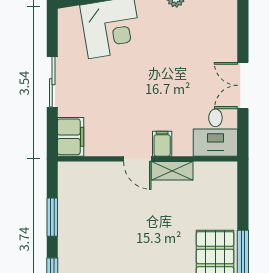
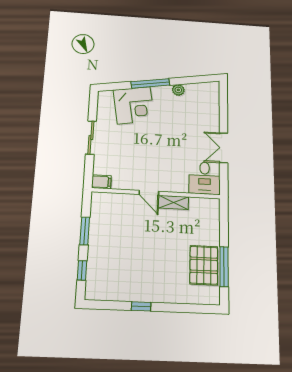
filing cabinet: (71, 137) -> (101, 182), width x0.50
filing cabinet: (162, 144) -> (167, 183), removed

